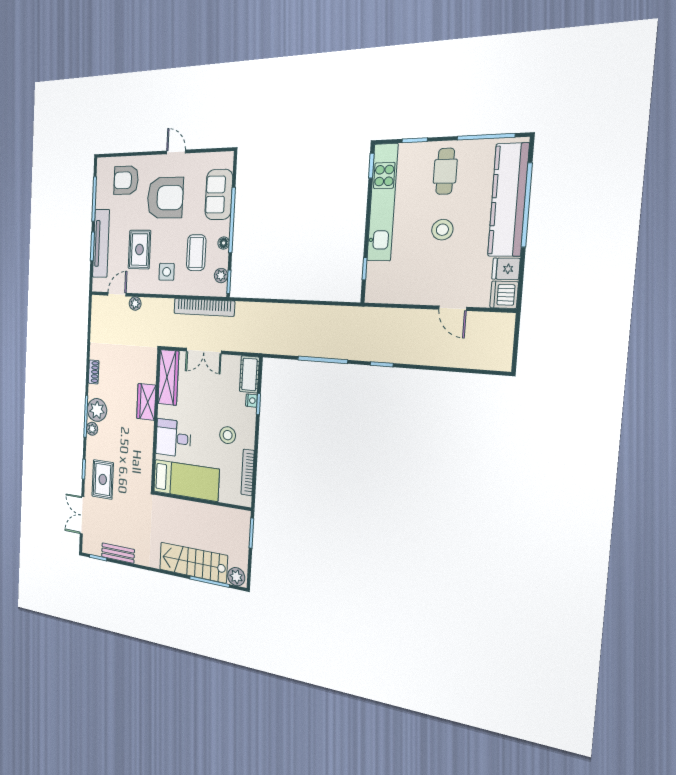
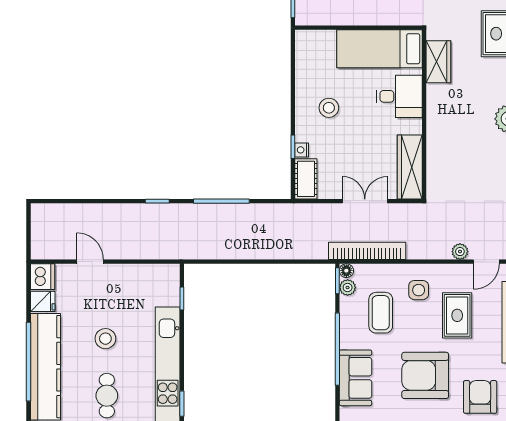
armchair: (126, 180) -> (480, 397), turned -90
floor lamp: (224, 243) -> (346, 271), moved
wardrobe: (146, 402) -> (438, 62), moved
bookcase: (248, 472) -> (302, 69), removed

